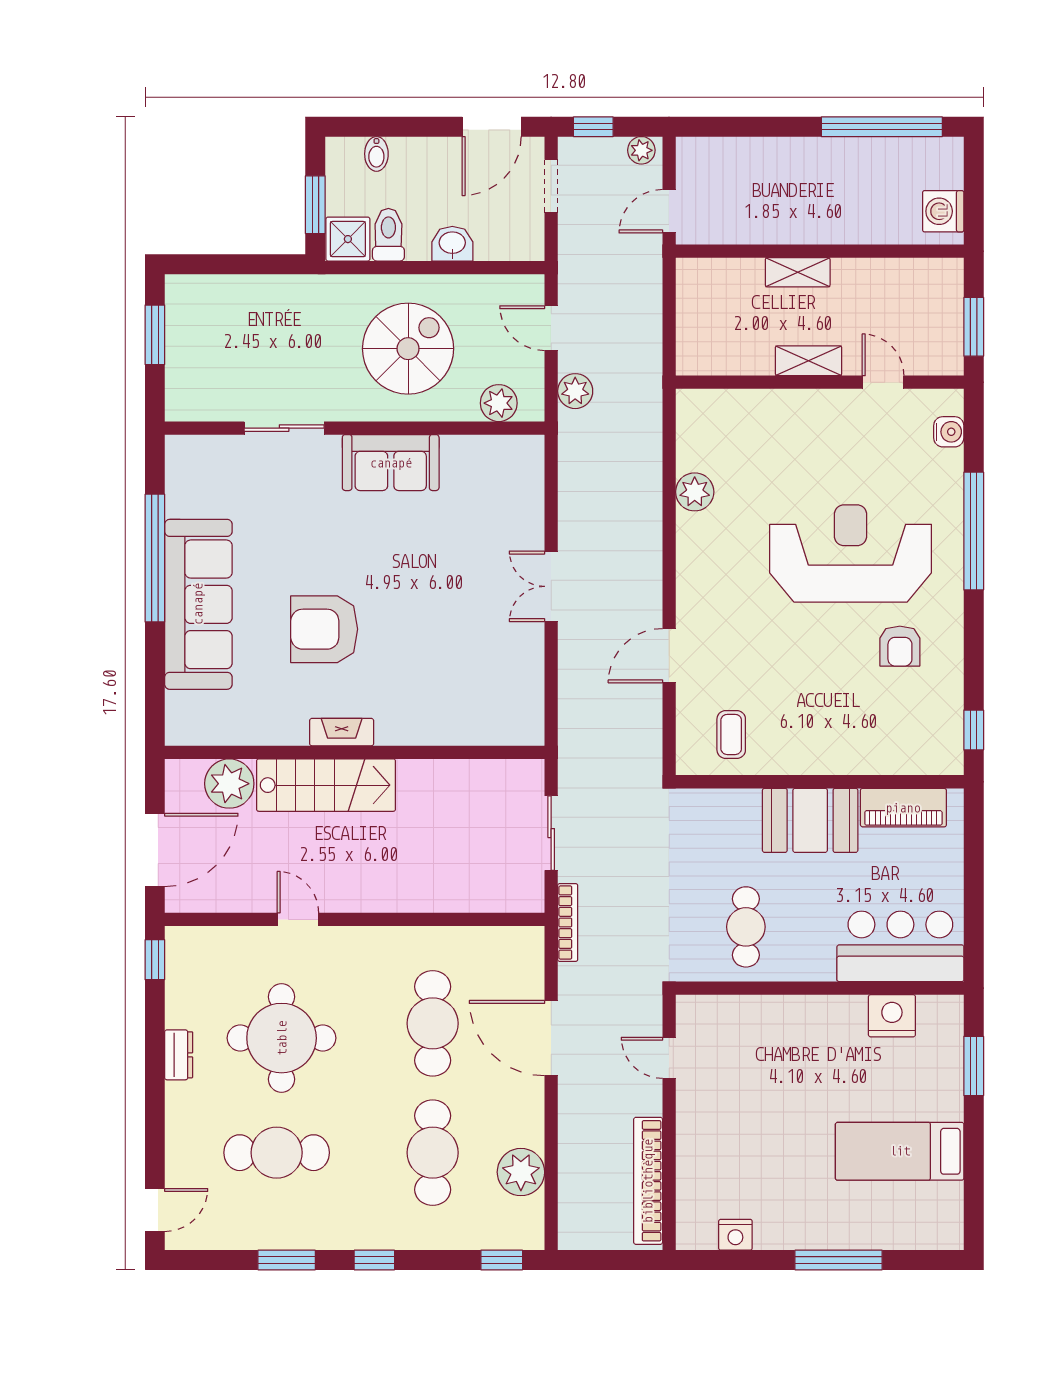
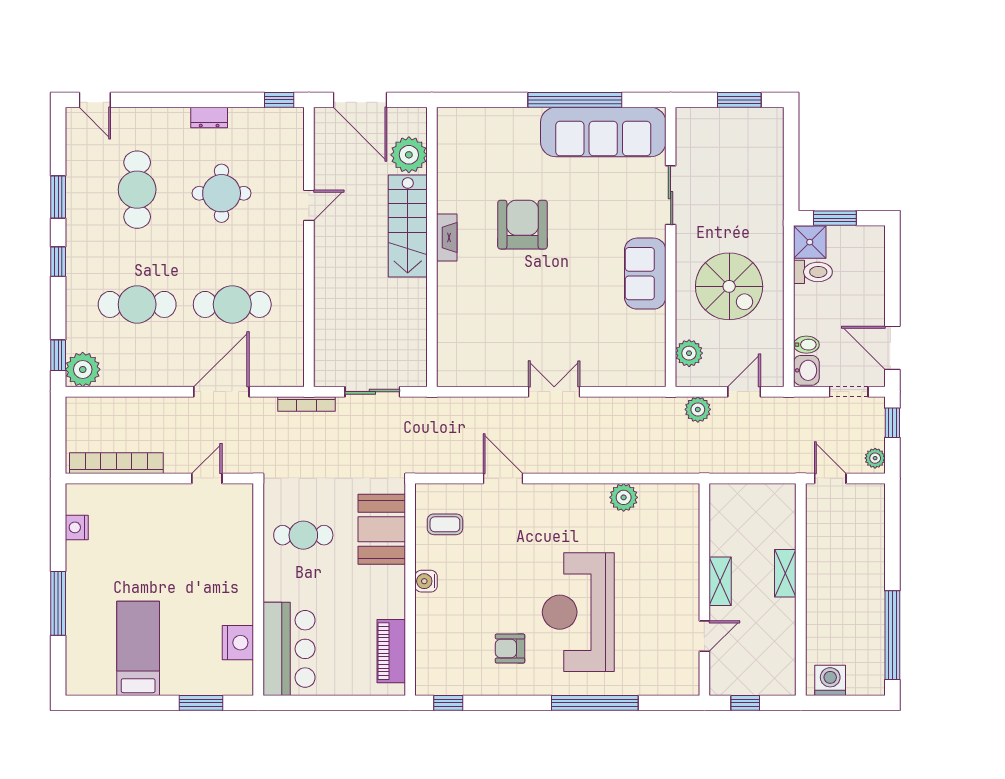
bidet: (376, 154) -> (806, 345), moved, turned 180
washbasin: (452, 244) -> (806, 370), moved
window: (974, 327) -> (745, 703), width x0.67
water cooler: (949, 432) -> (426, 581), moved, turned 90
reception desk: (851, 553) -> (578, 612), turned 180
sofa: (198, 604) -> (603, 132), moved
booth: (810, 820) -> (382, 529), moved
round table: (282, 1038) -> (222, 193), width x0.73, depth x0.73
plant: (521, 1172) -> (83, 369), moved

